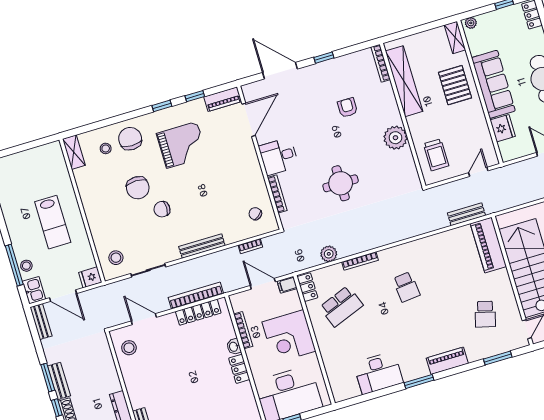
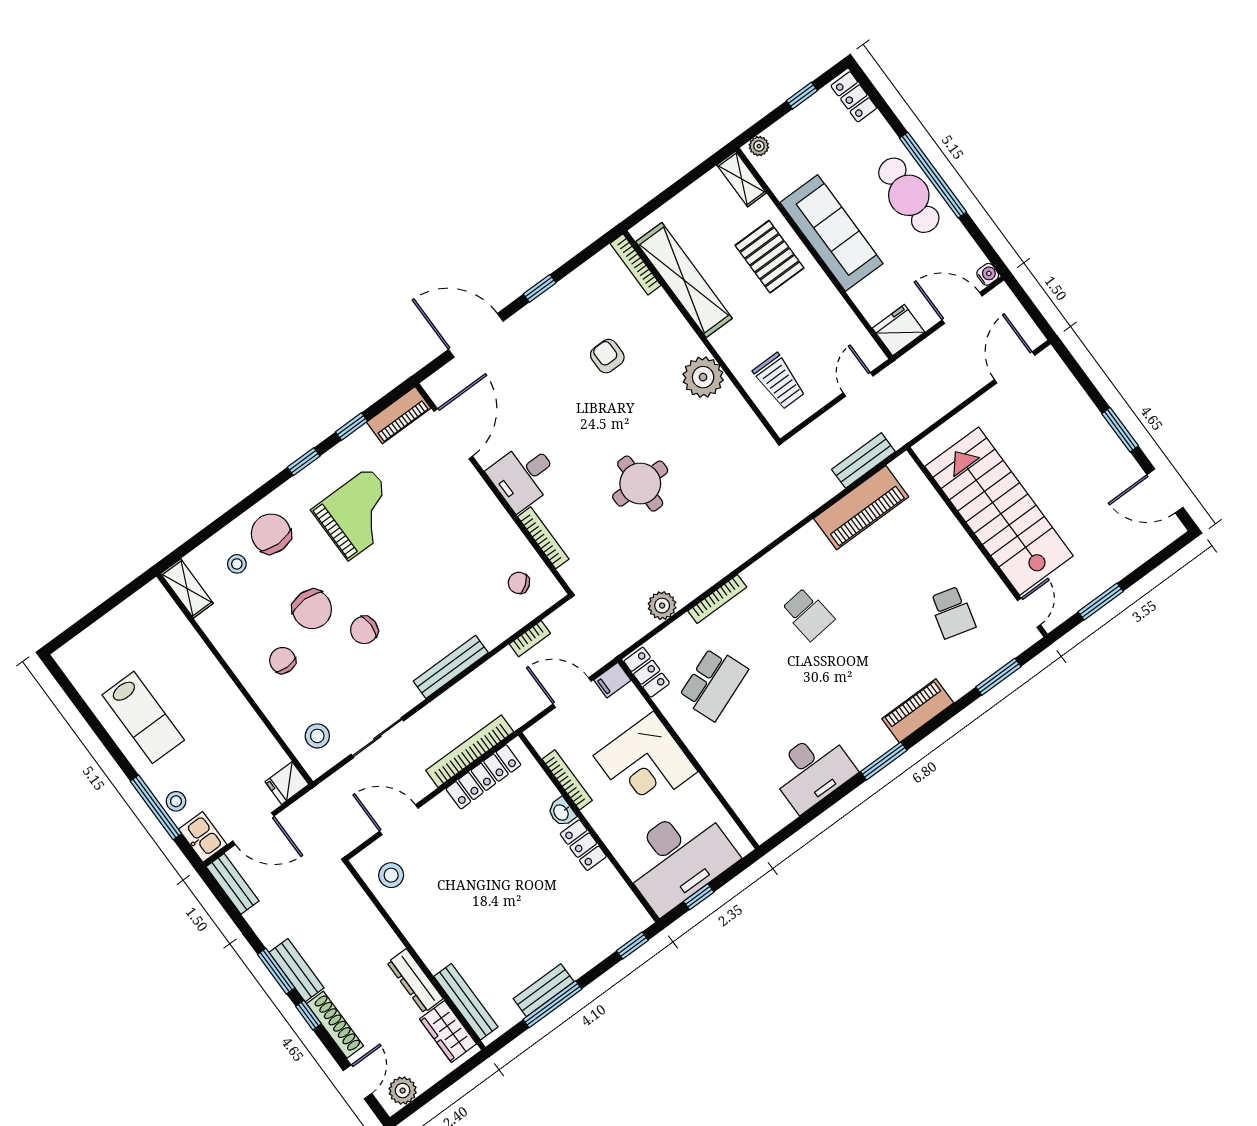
fridge: (503, 128) -> (898, 330), moved, turned -90
chair: (112, 210) -> (283, 660), added
lab bench: (53, 222) -> (143, 717), moved
piano: (488, 245) -> (861, 508), moved, turned -90

